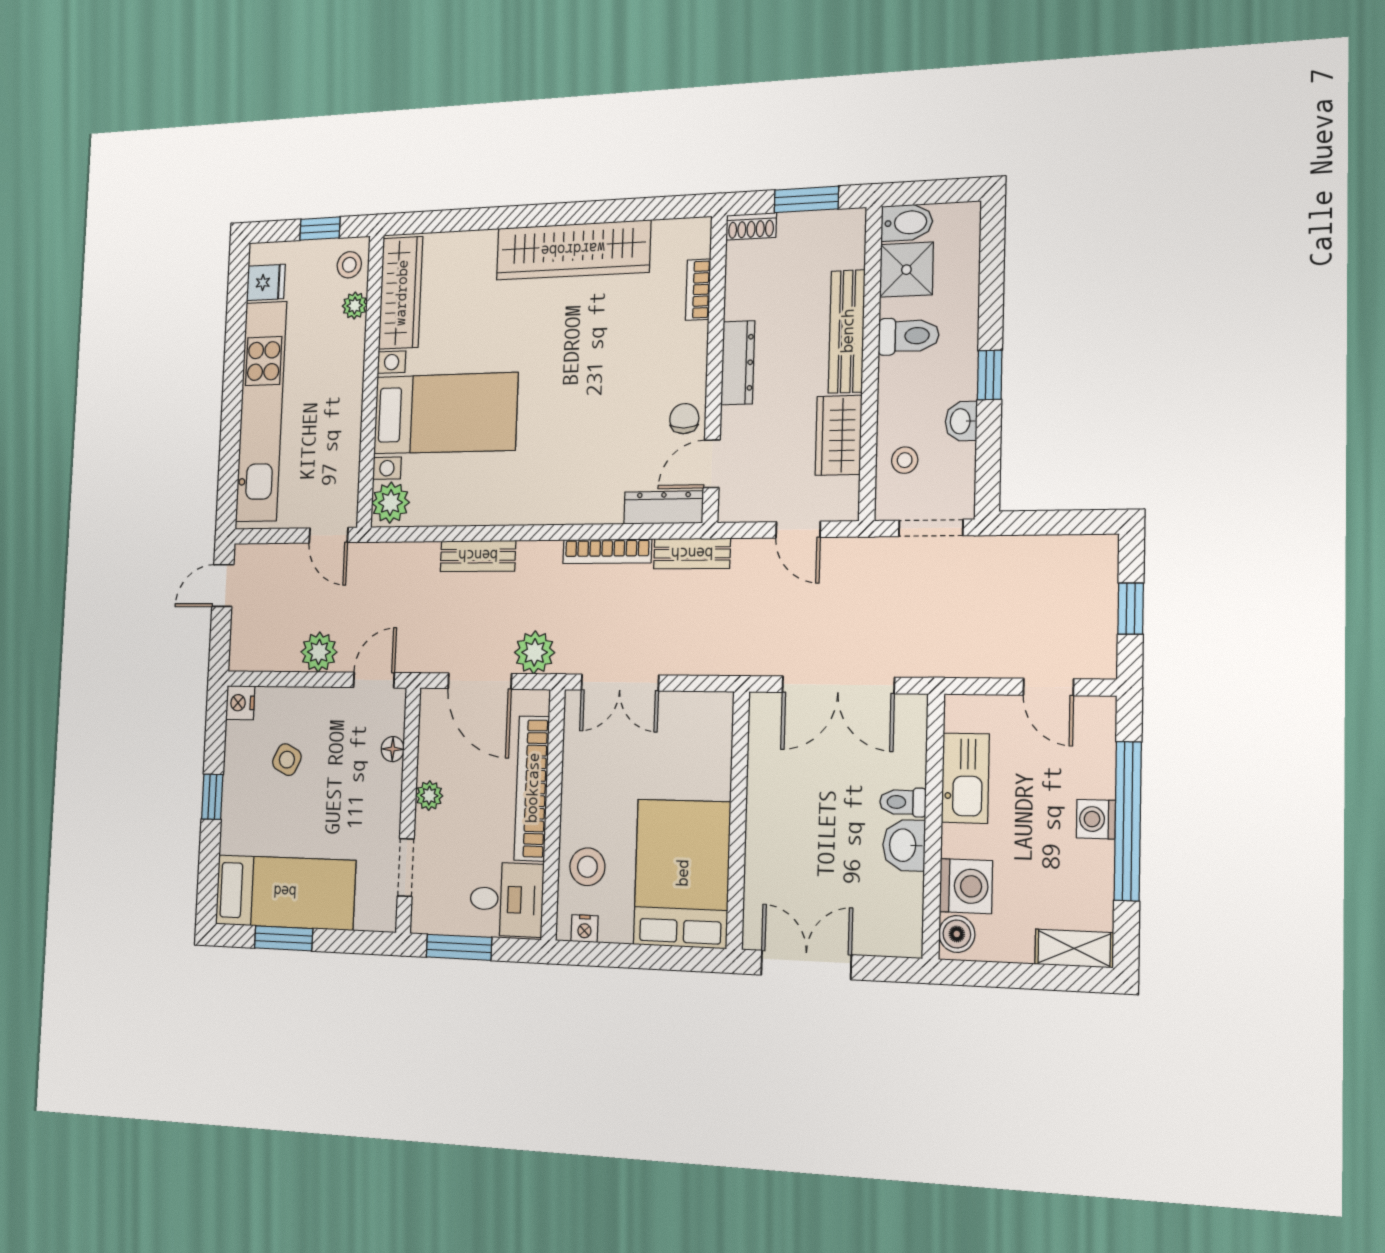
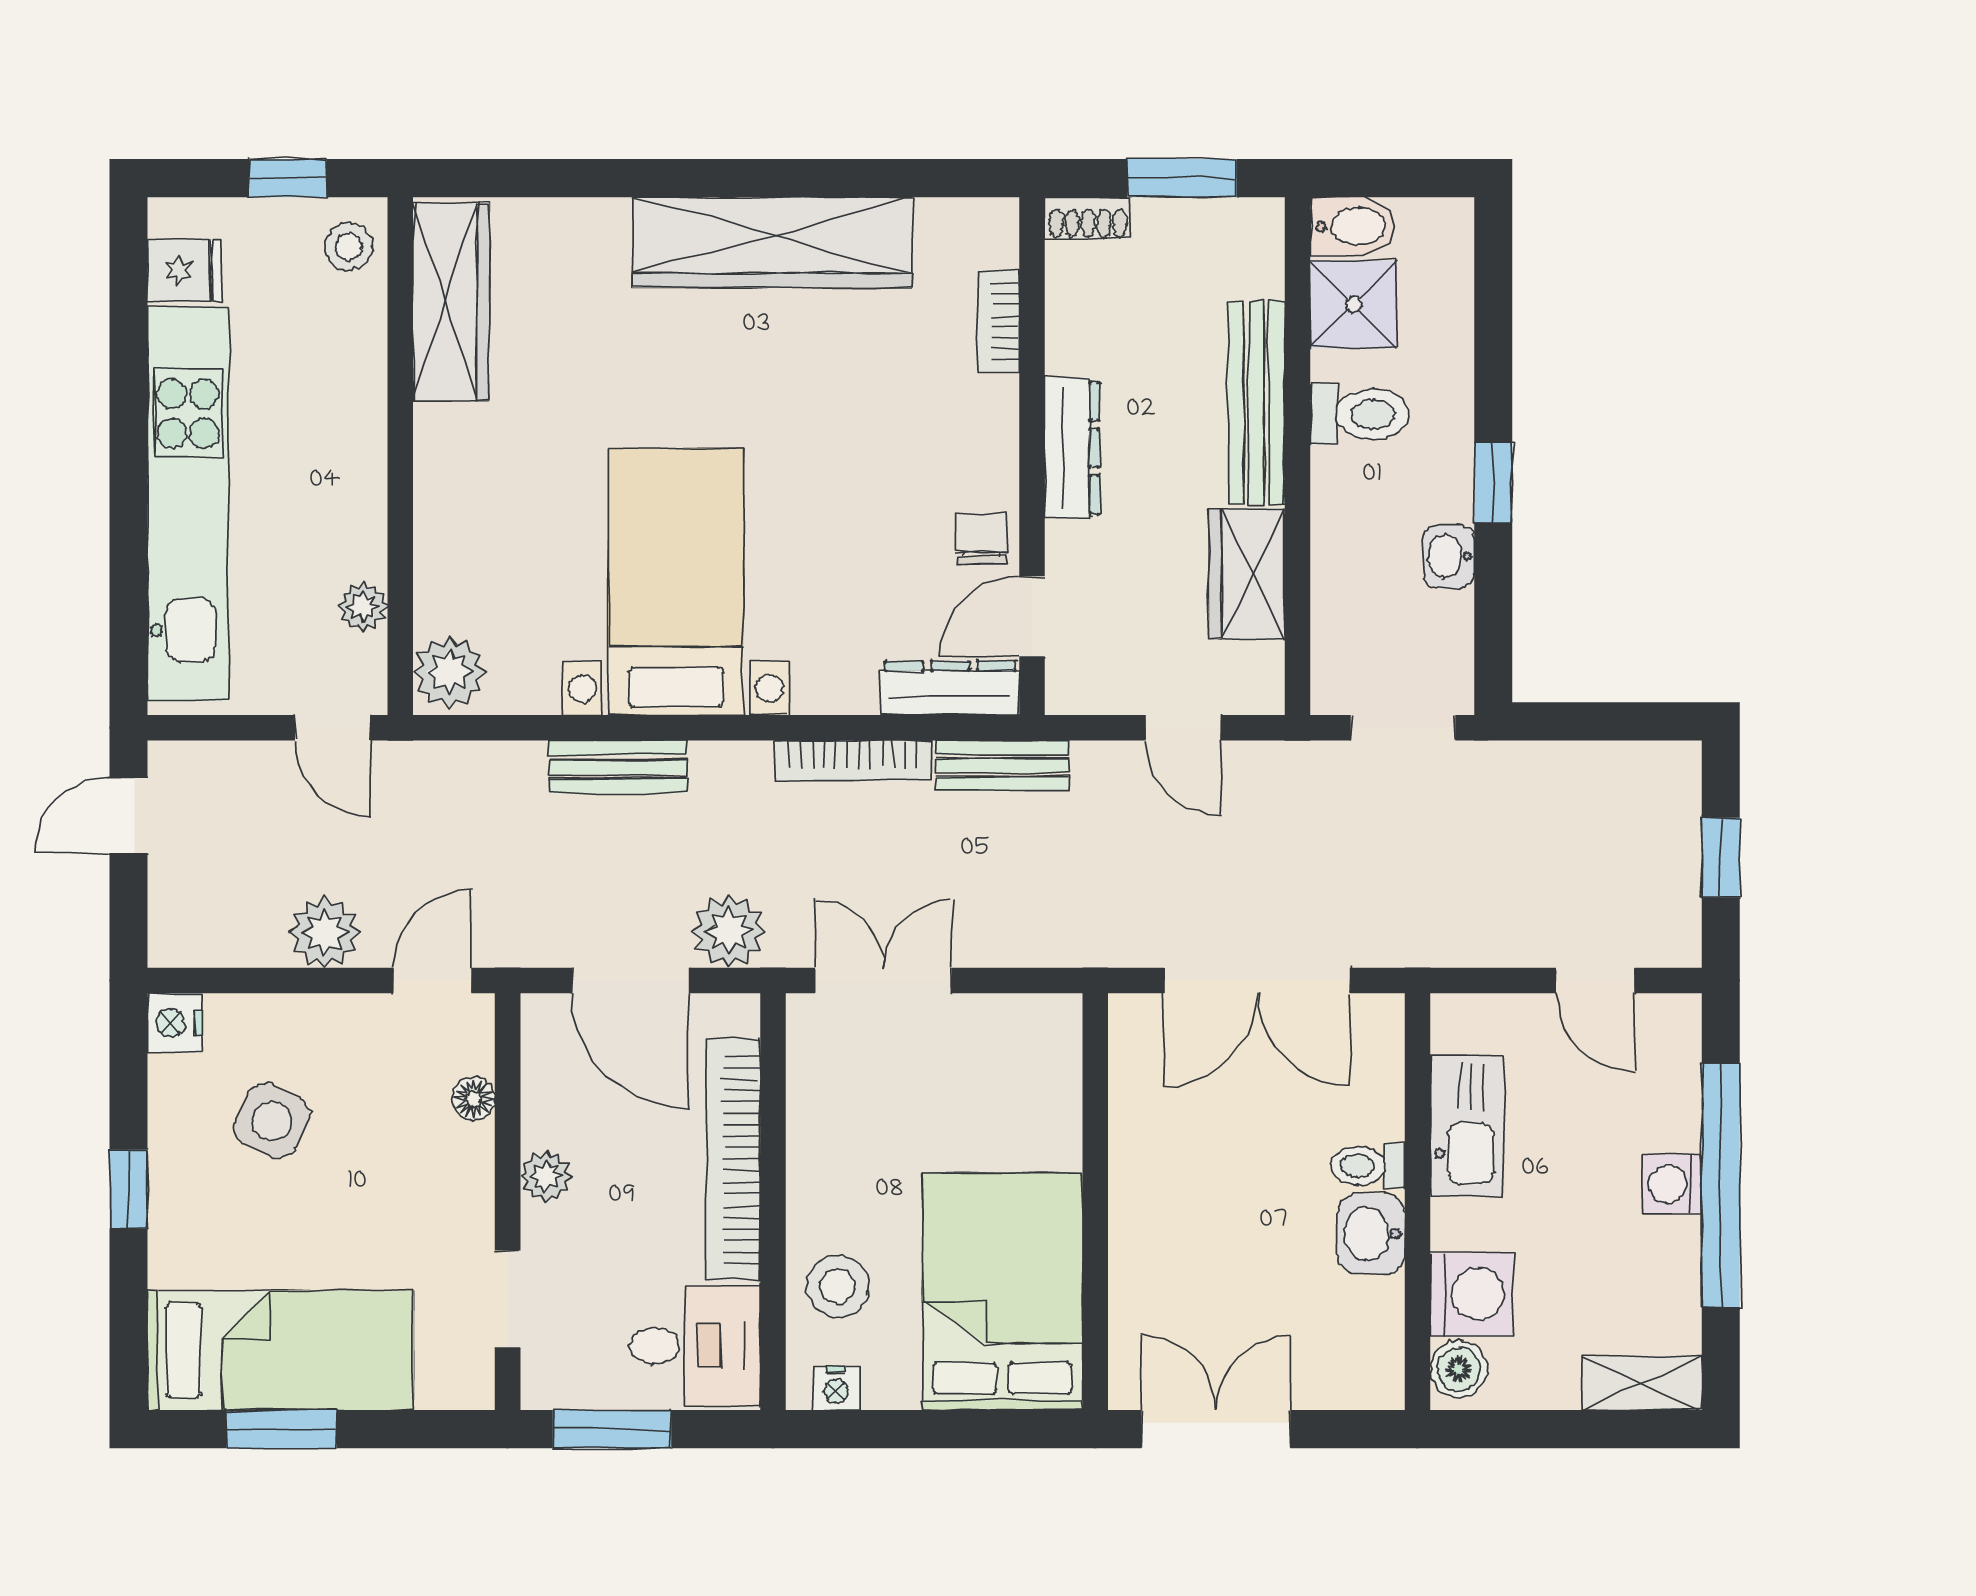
plant: (355, 306) -> (363, 607), moved
bed with nightstands: (445, 413) -> (676, 582), moved, turned -90
stool: (905, 460) -> (1358, 617), removed
double door: (620, 683) -> (883, 980), swing flipped
side table: (287, 760) -> (272, 1121), width x1.37, depth x1.37

